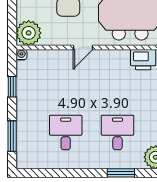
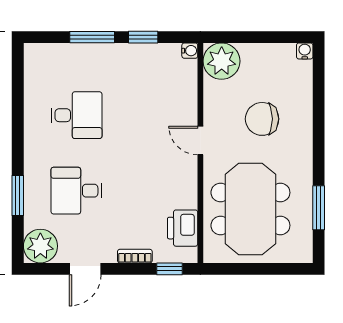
desk: (117, 133) -> (76, 191), turned 180
window: (12, 136) -> (92, 37), moved

